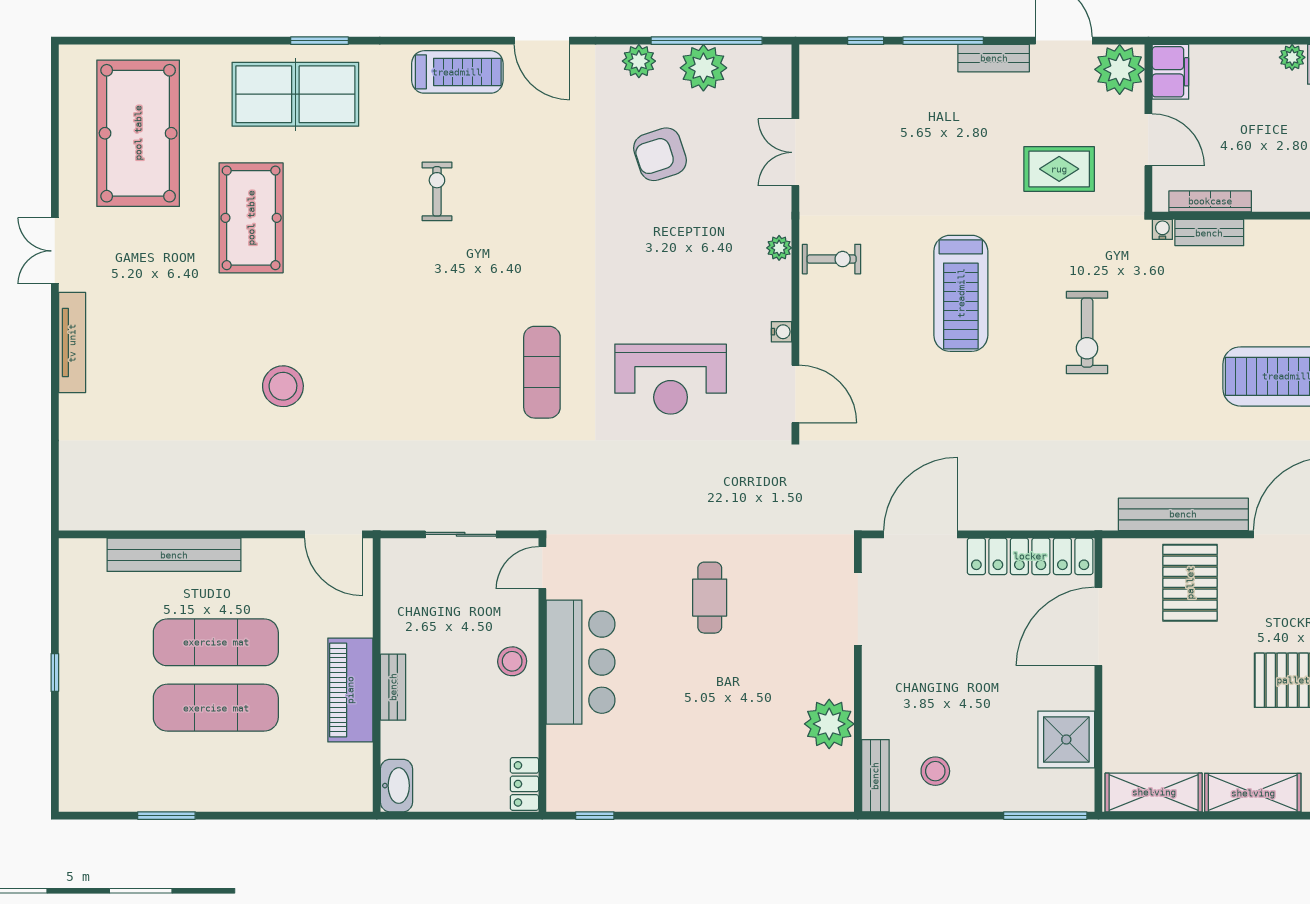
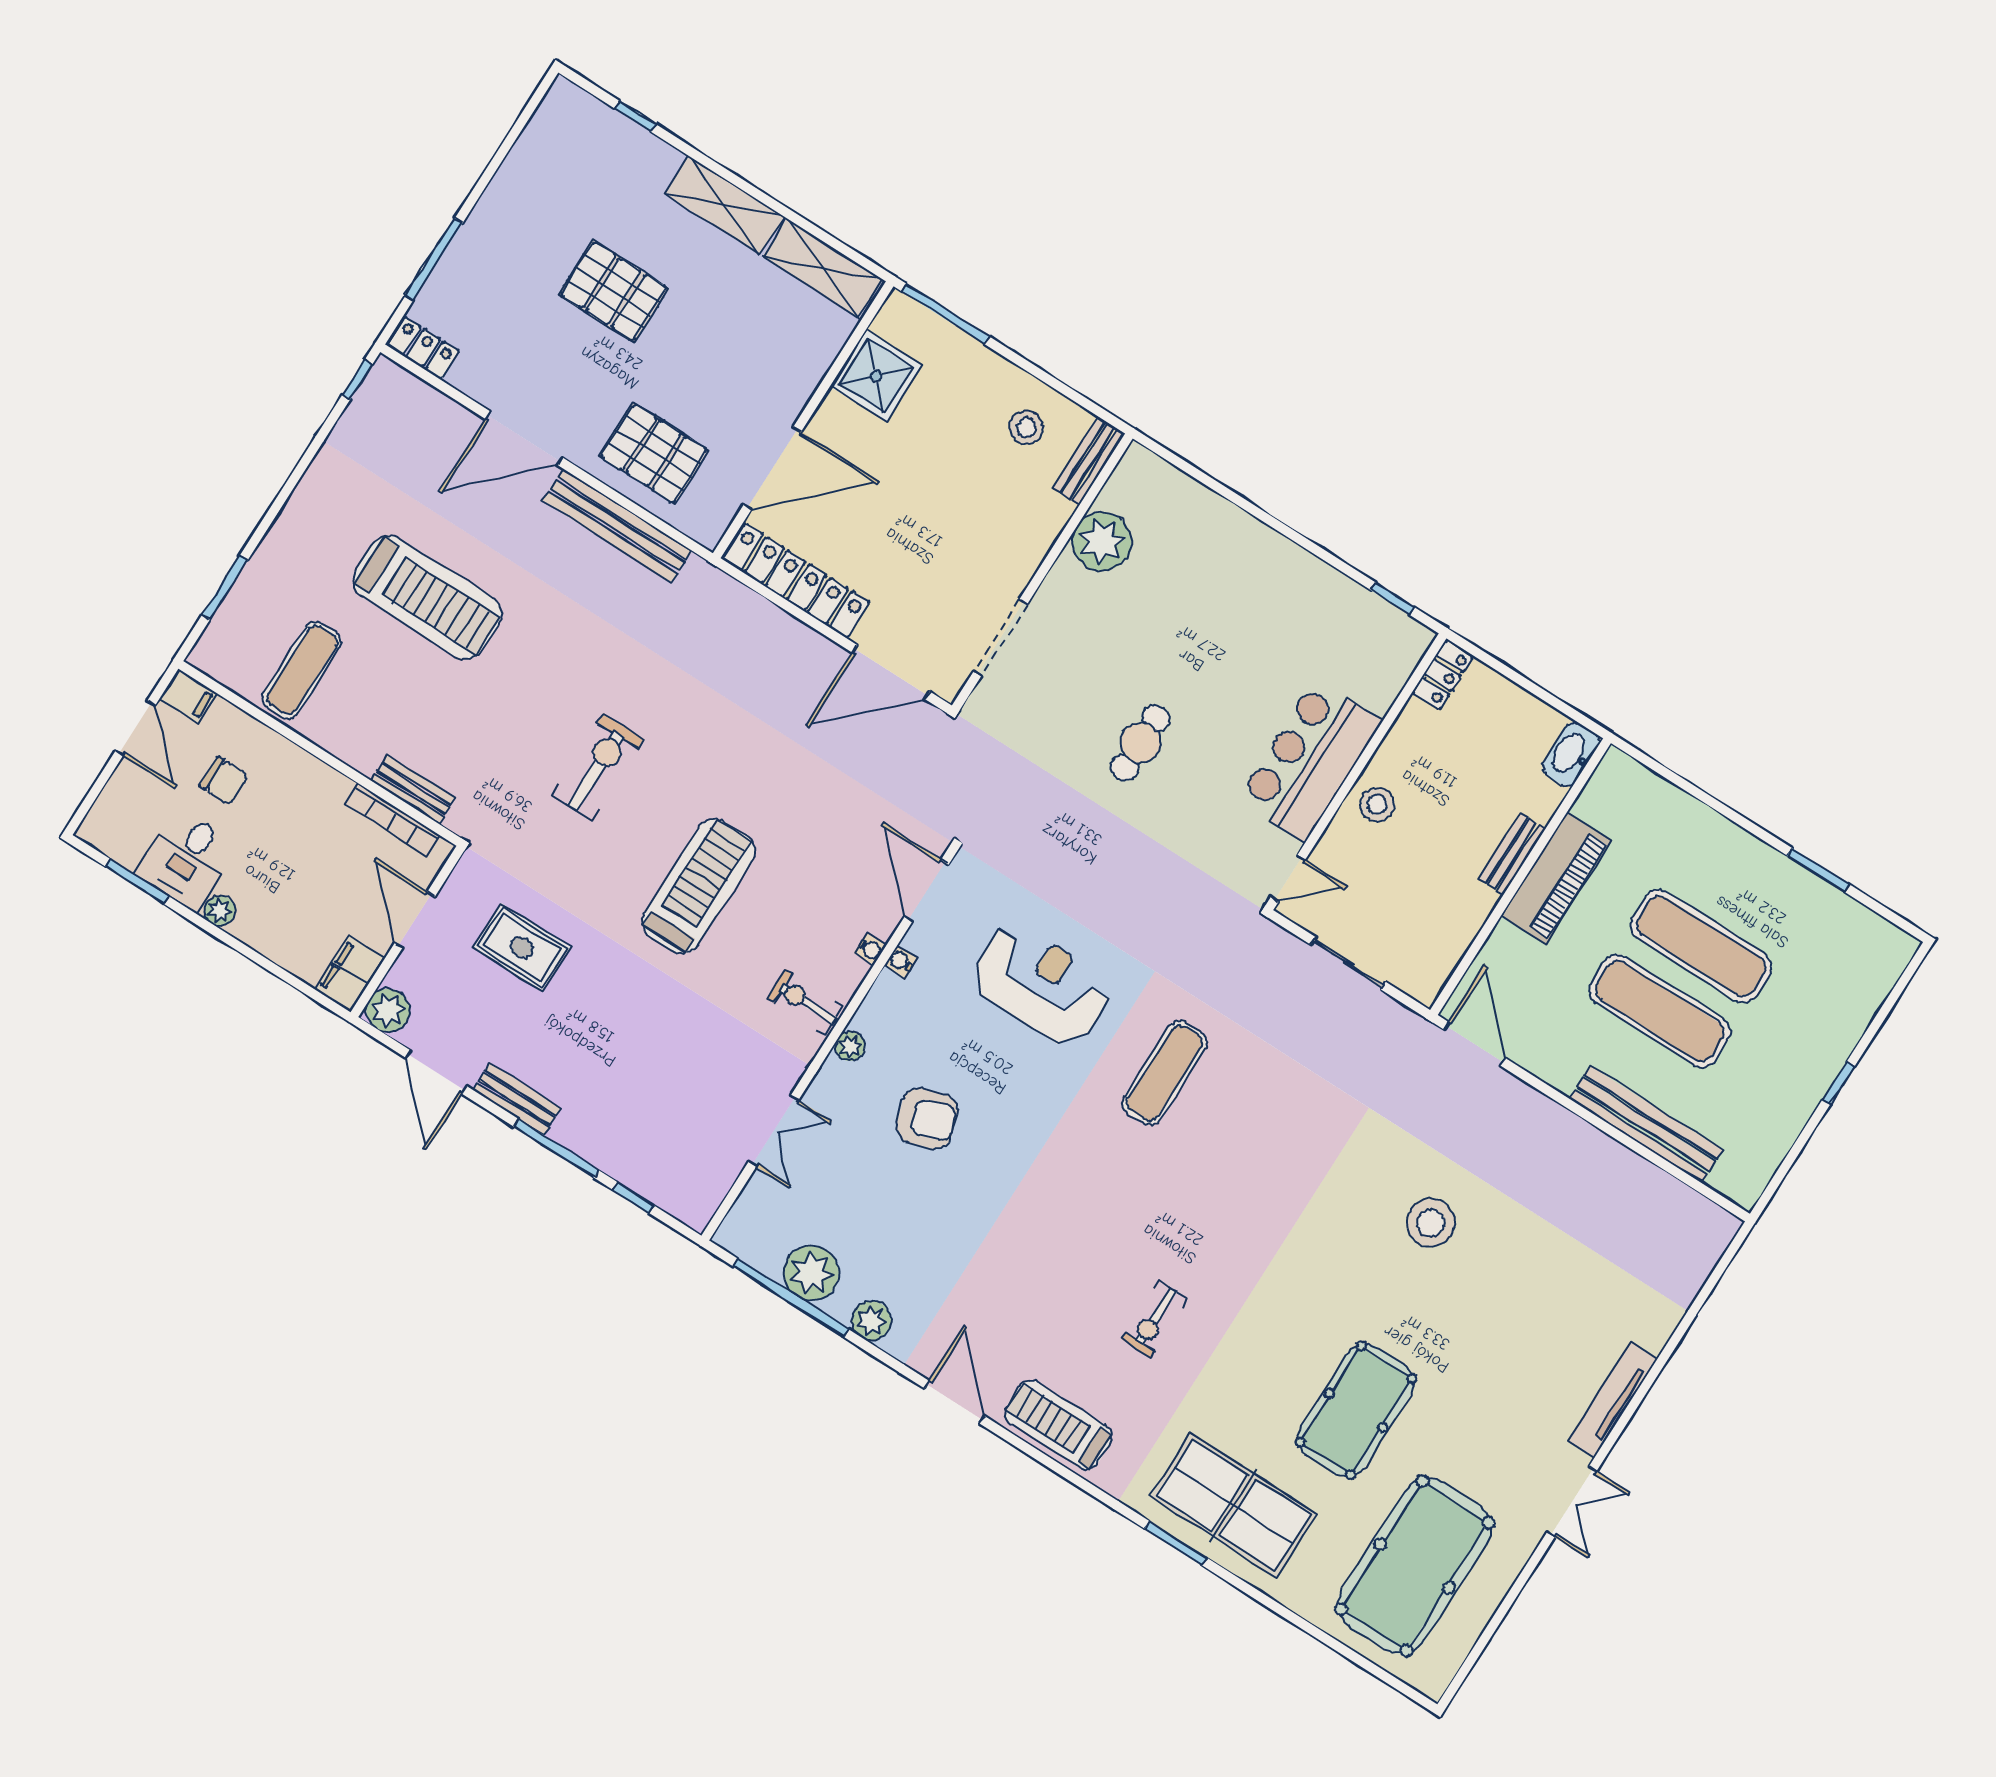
plant: (1120, 69) -> (388, 1010), width x0.73, depth x0.73
armchair: (660, 154) -> (927, 1119), moved
water cooler: (1162, 229) -> (870, 949), moved, turned -90
pallet: (1190, 583) -> (654, 453), turned 90

